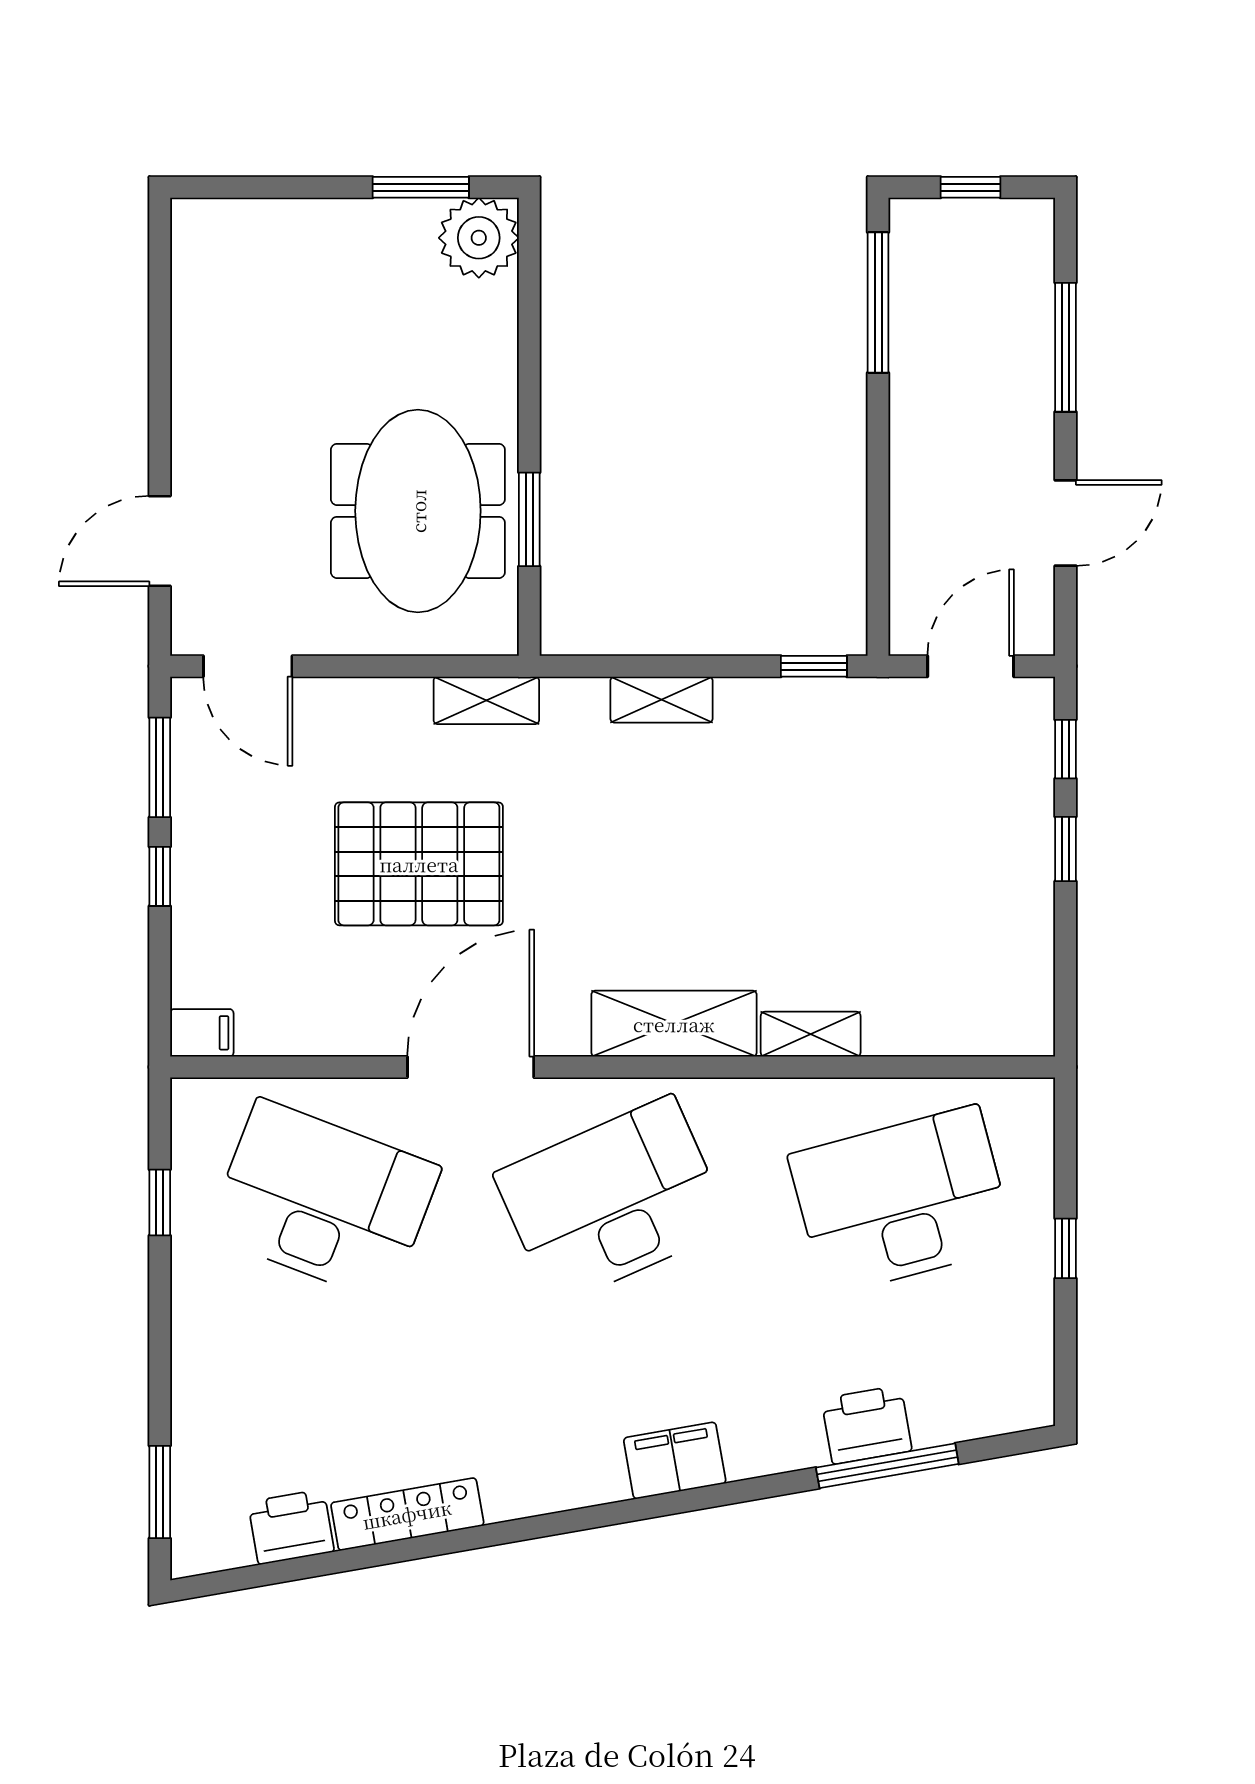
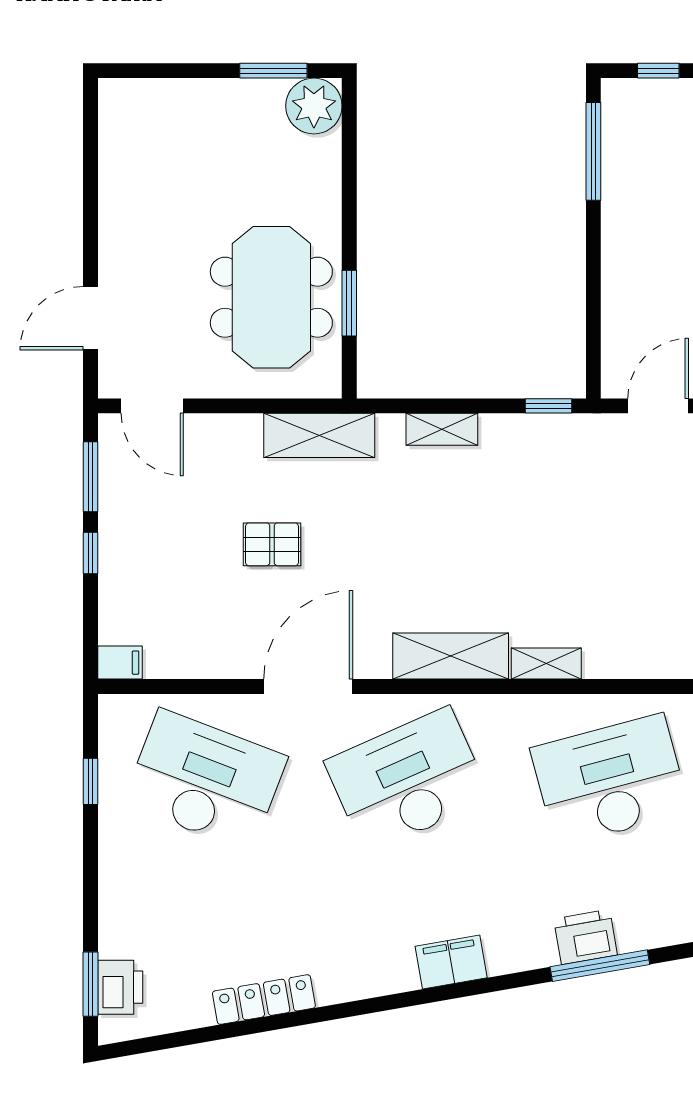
shelving: (486, 700) -> (319, 435), width x1.50, depth x1.33
pallet: (419, 864) -> (272, 544), width x0.49, depth x0.50
printer: (291, 1527) -> (120, 987), moved, turned 100

